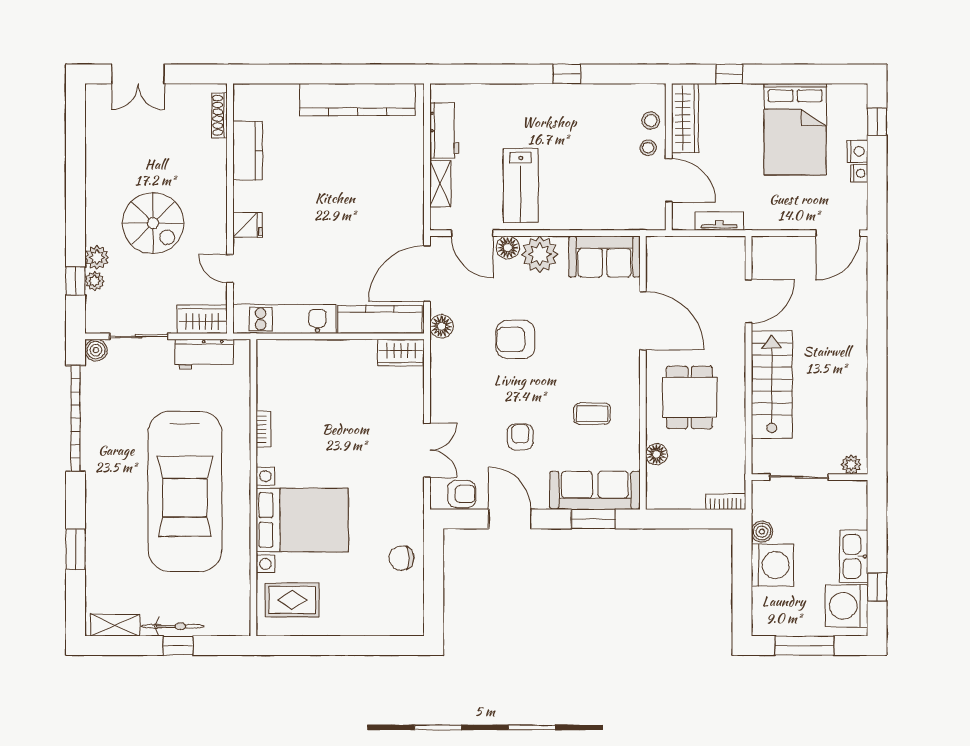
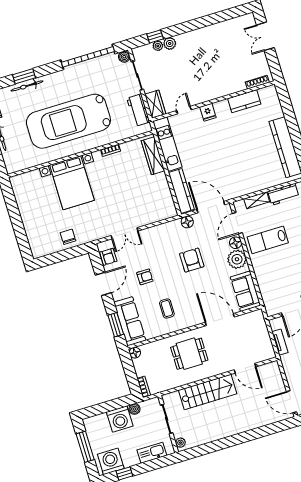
spiral stairs: (153, 223) -> (195, 66), removed
door: (643, 321) -> (220, 320), swing flipped
wardrobe: (401, 353) -> (153, 156), moved, width x1.50
floor lamp: (657, 454) -> (135, 353), moved
bicycle: (95, 549) -> (27, 86), added
kitchen sink: (854, 556) -> (152, 453), moved
rug: (292, 600) -> (31, 190), removed

